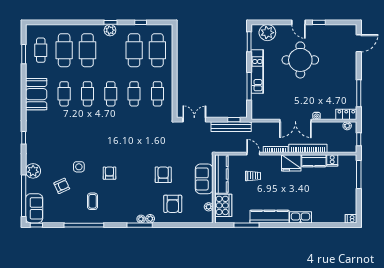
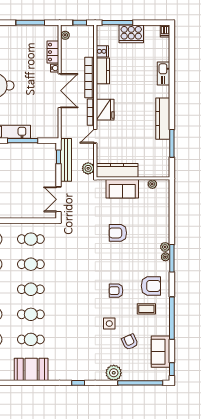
locker: (346, 114) -> (53, 52), moved
plant: (223, 147) -> (88, 168), added
fridge: (291, 163) -> (105, 110), moved
trolley: (253, 176) -> (119, 136), removed
armchair: (173, 204) -> (151, 286), moved
cooker: (223, 205) -> (131, 34), moved, turned 180
sofa: (34, 208) -> (161, 352), moved, turned -90
kitchen sink: (300, 217) -> (164, 73), moved

